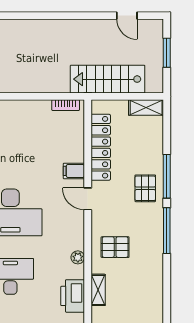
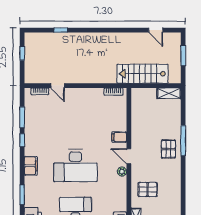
locker: (101, 147) -> (138, 121), removed
window: (167, 231) -> (183, 178), removed
plant: (78, 257) -> (122, 172), moved

